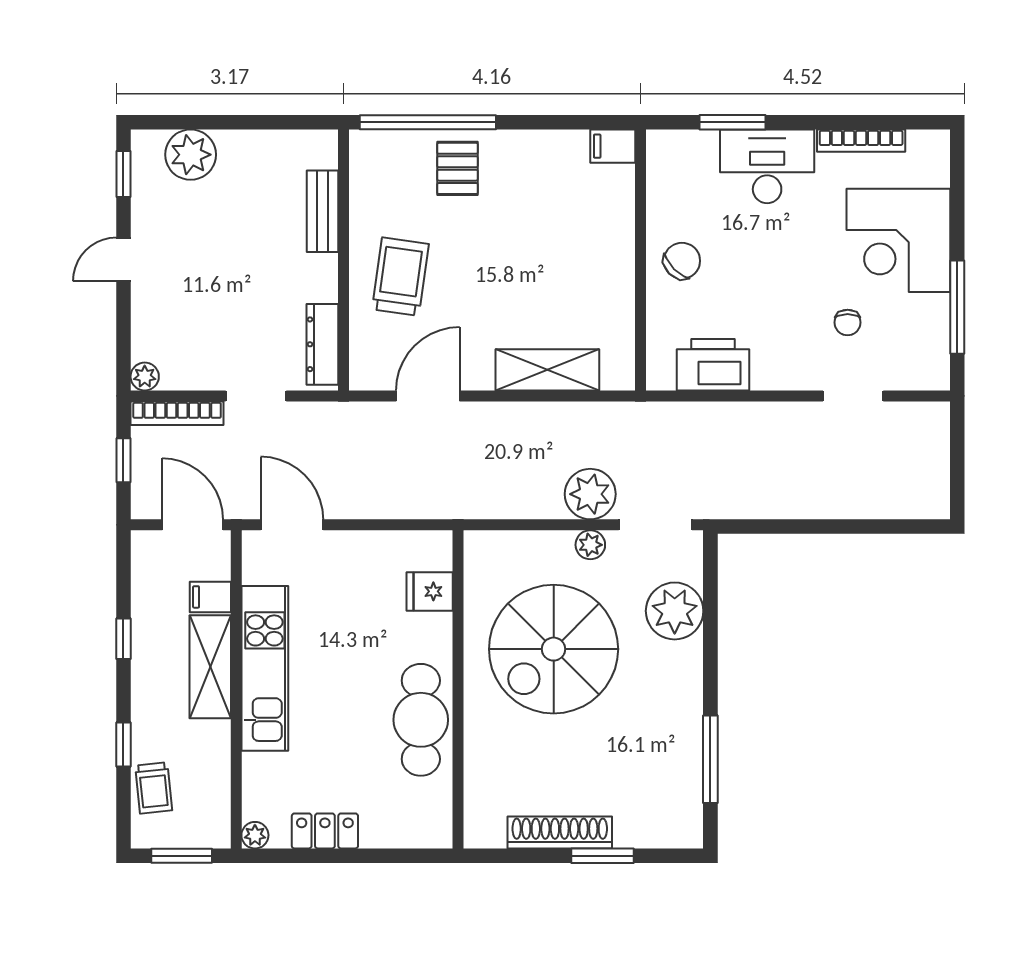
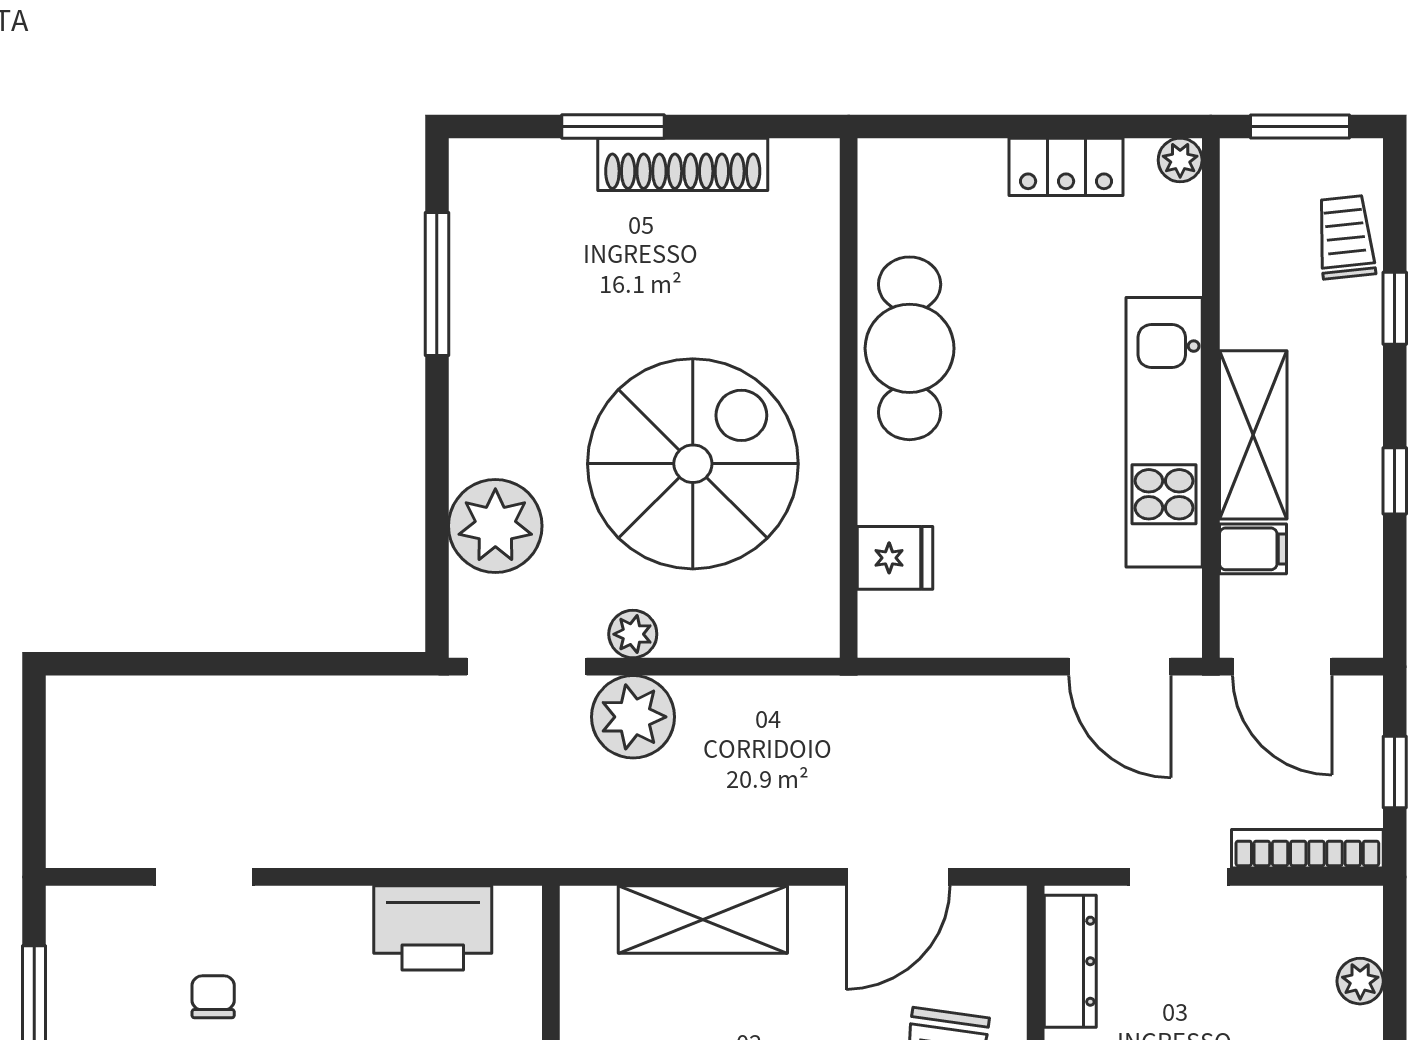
plant: (145, 377) -> (1360, 981), moved

